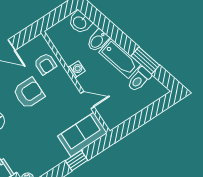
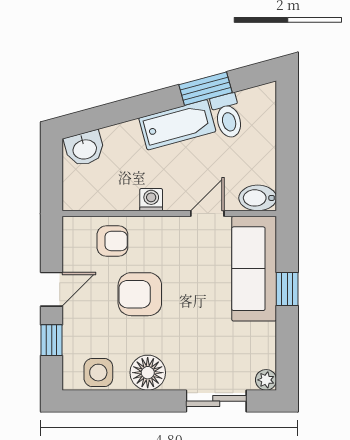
bidet: (98, 40) -> (258, 198), moved, turned 105
armchair: (29, 93) -> (140, 294), turned -90
sofa: (82, 135) -> (254, 269), width x1.36

